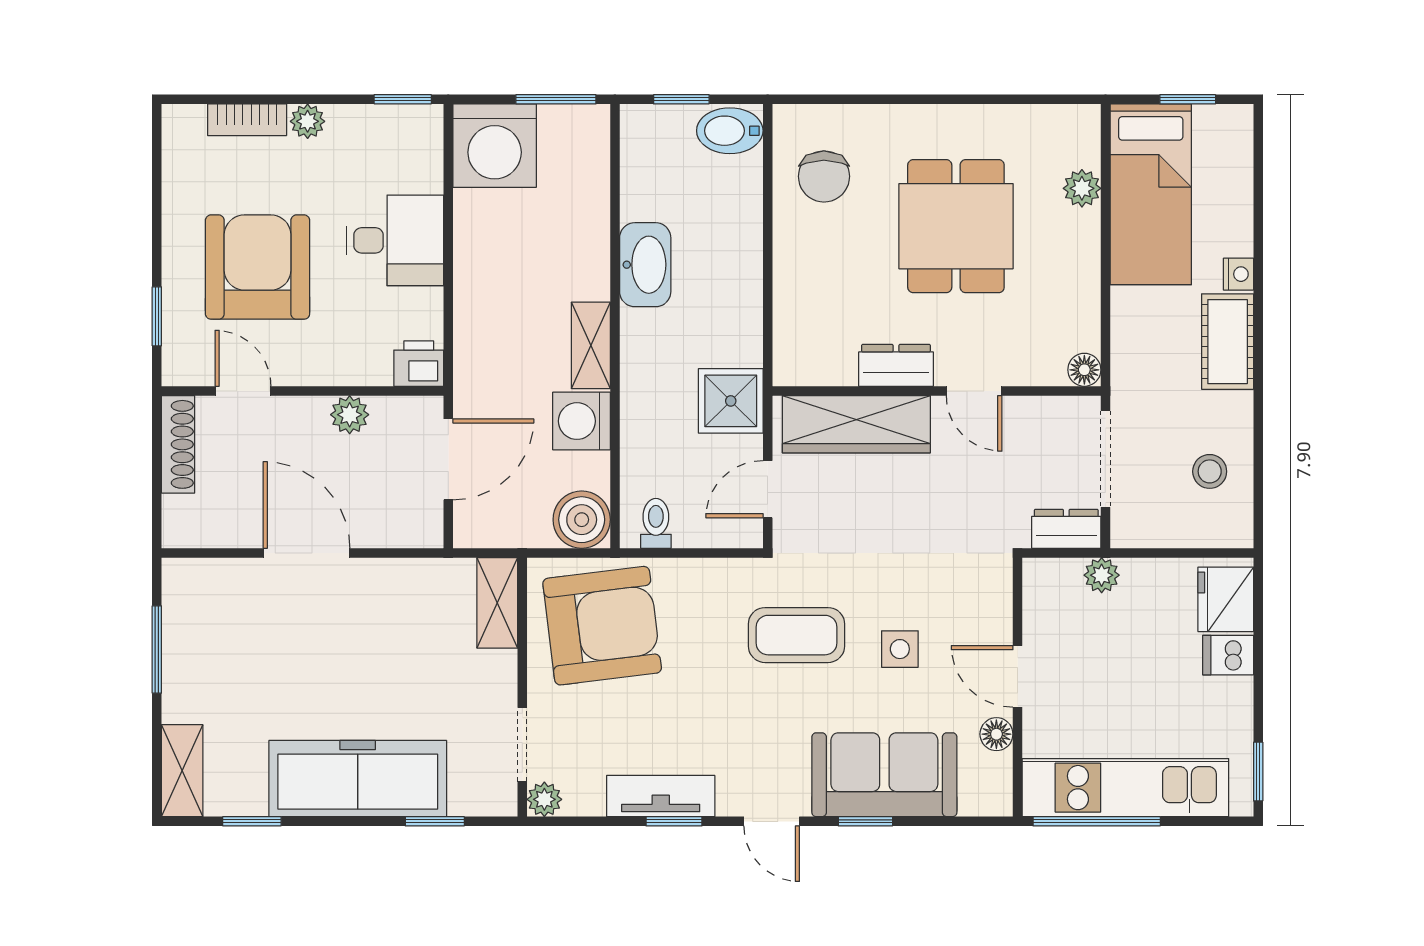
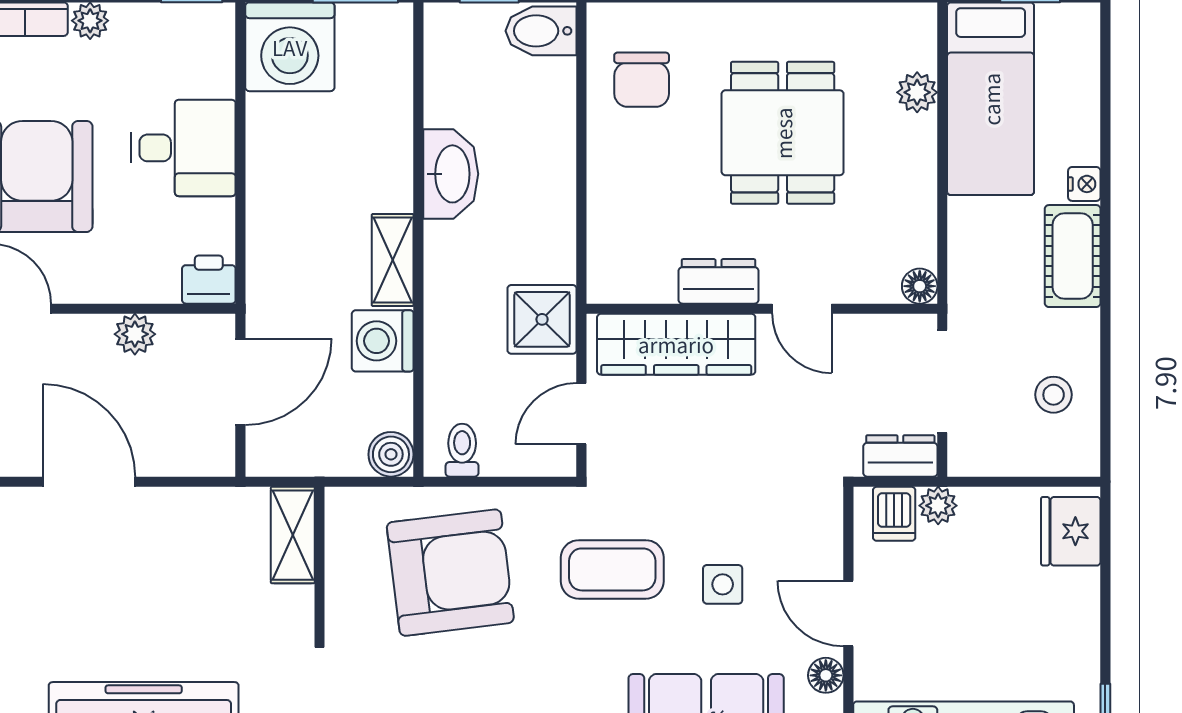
boiler: (582, 520) -> (391, 454), width x0.73, depth x0.73
armchair: (602, 626) -> (450, 573), moved
dishwasher: (1228, 655) -> (894, 514), moved, turned -90

